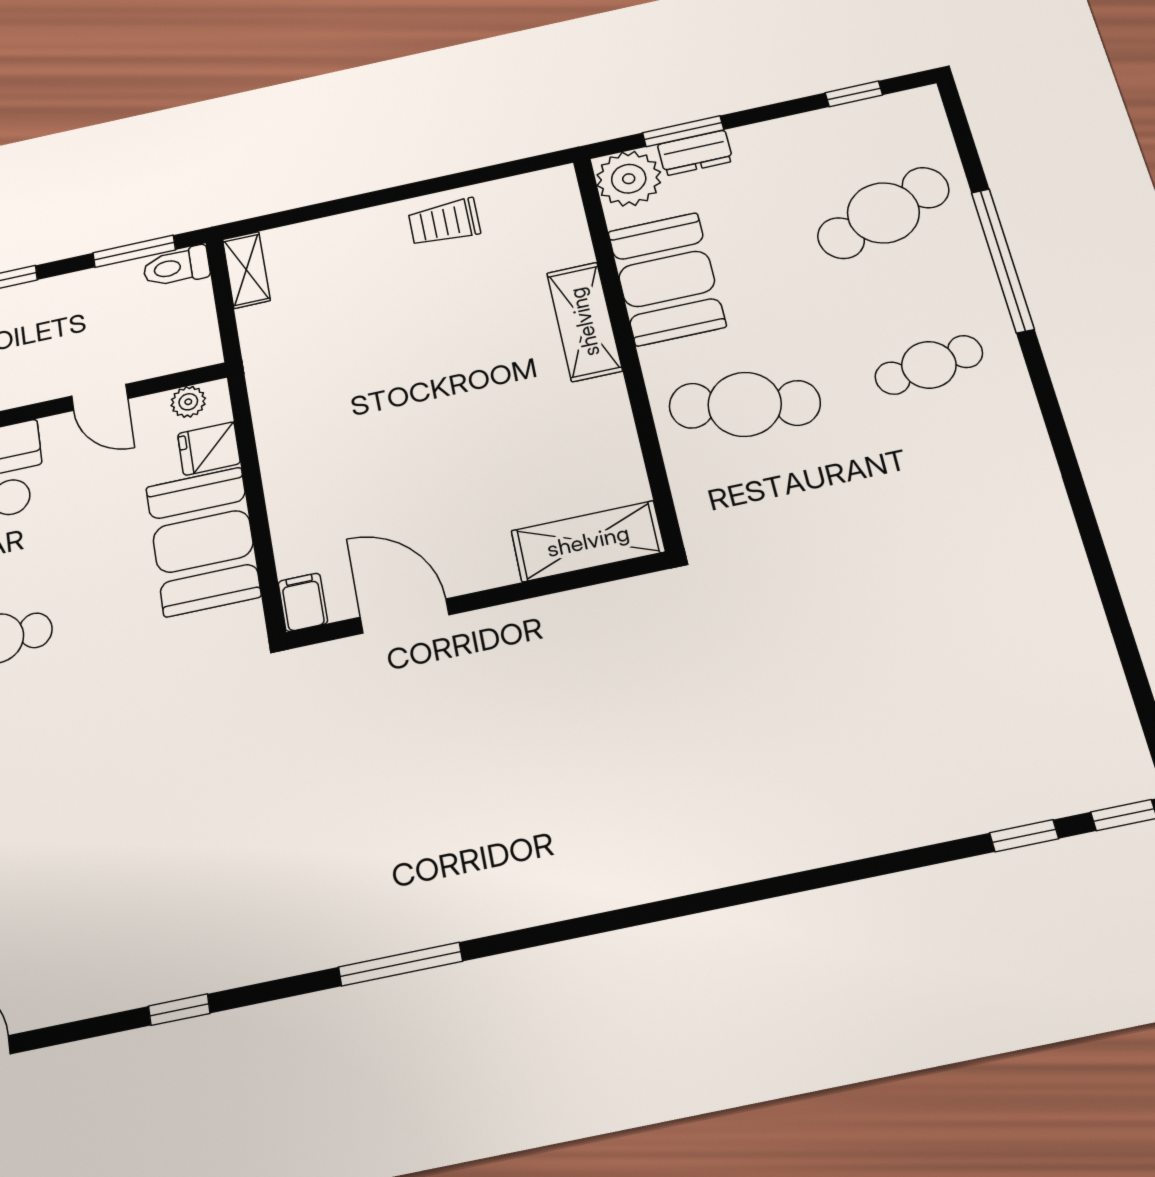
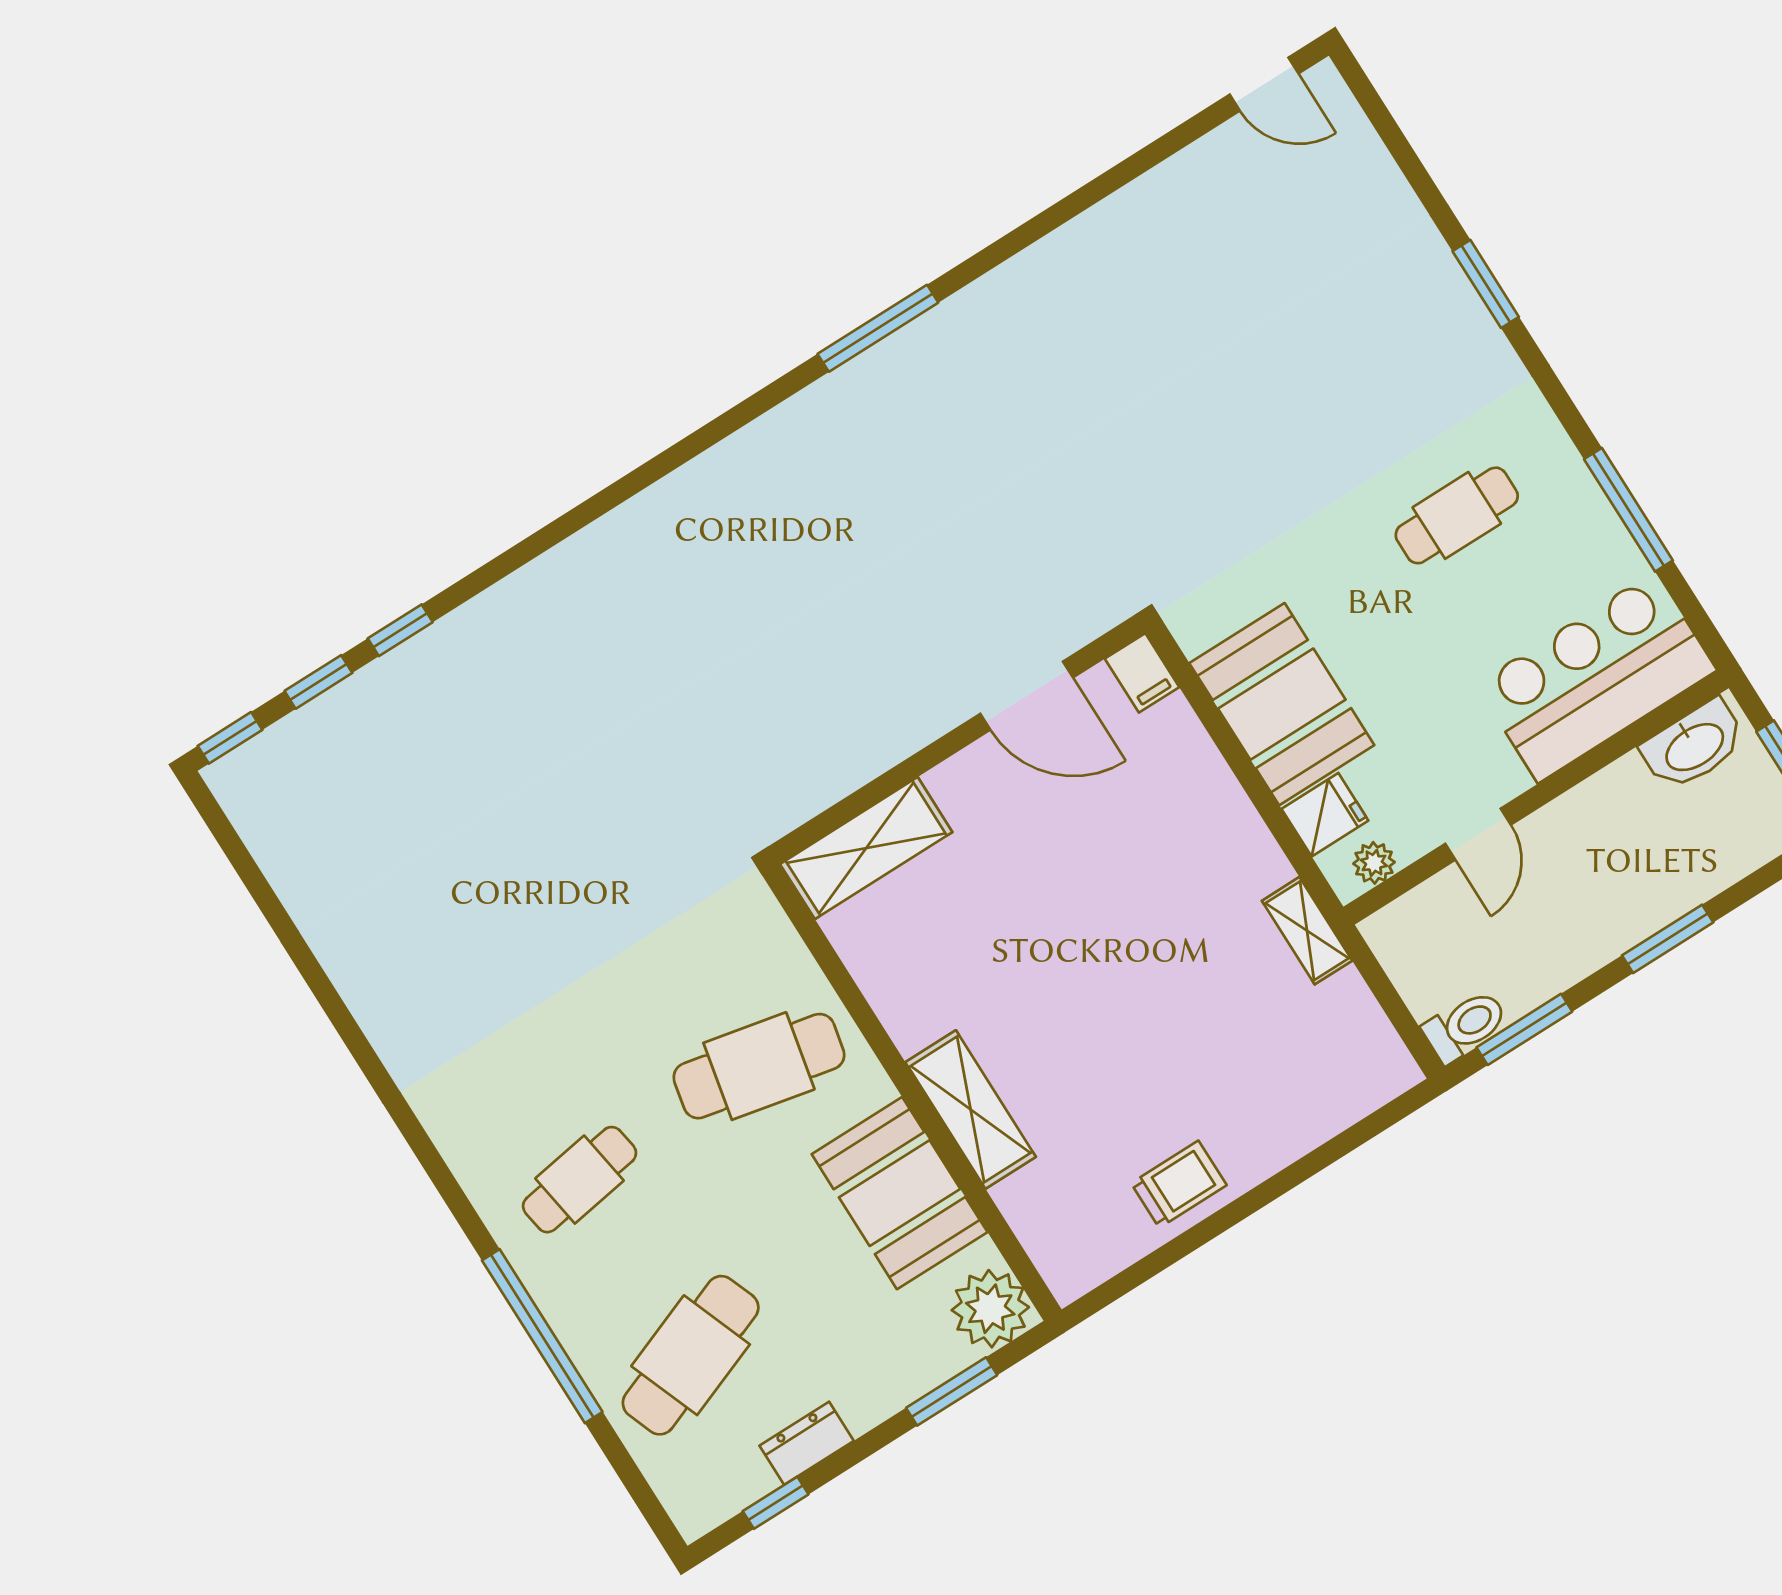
dresser: (695, 153) -> (807, 1443), moved
shelving: (246, 270) -> (1307, 931), moved
door: (100, 397) -> (1478, 834), swing flipped
window: (179, 1010) -> (400, 630), moved

